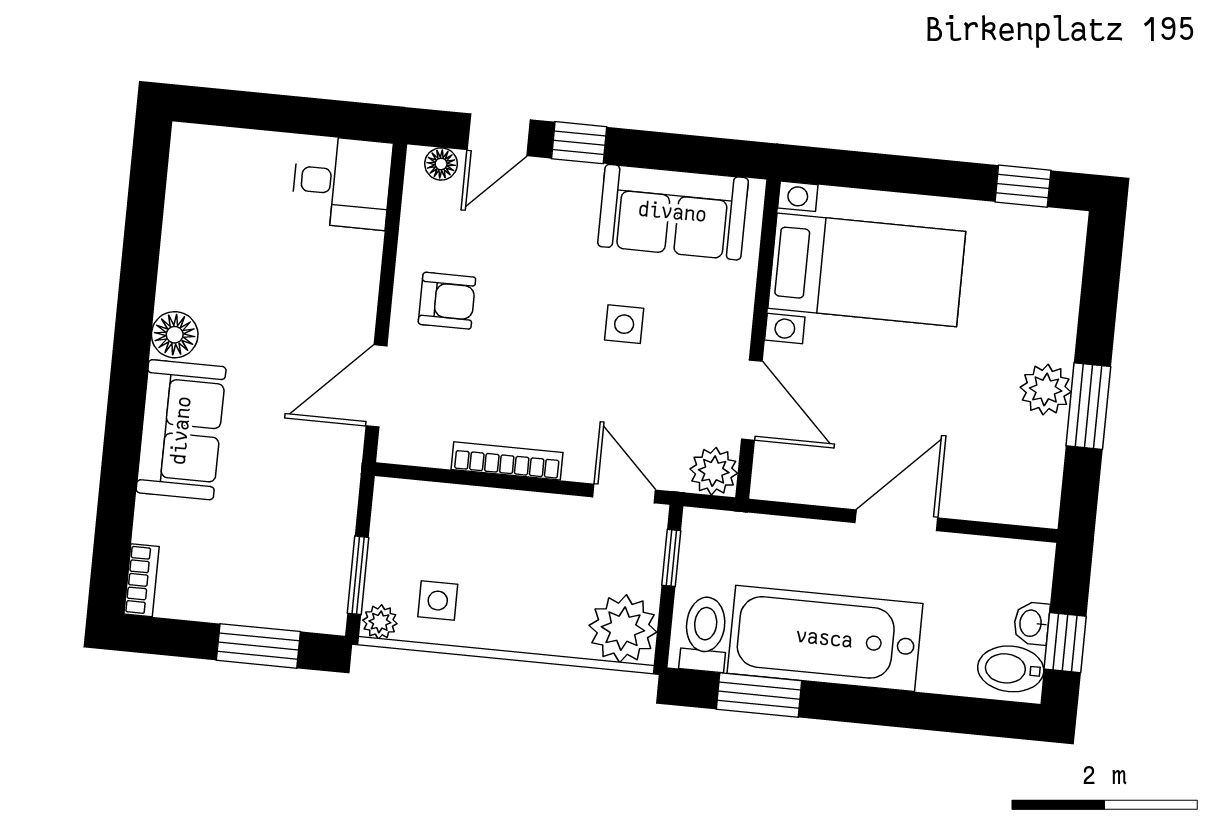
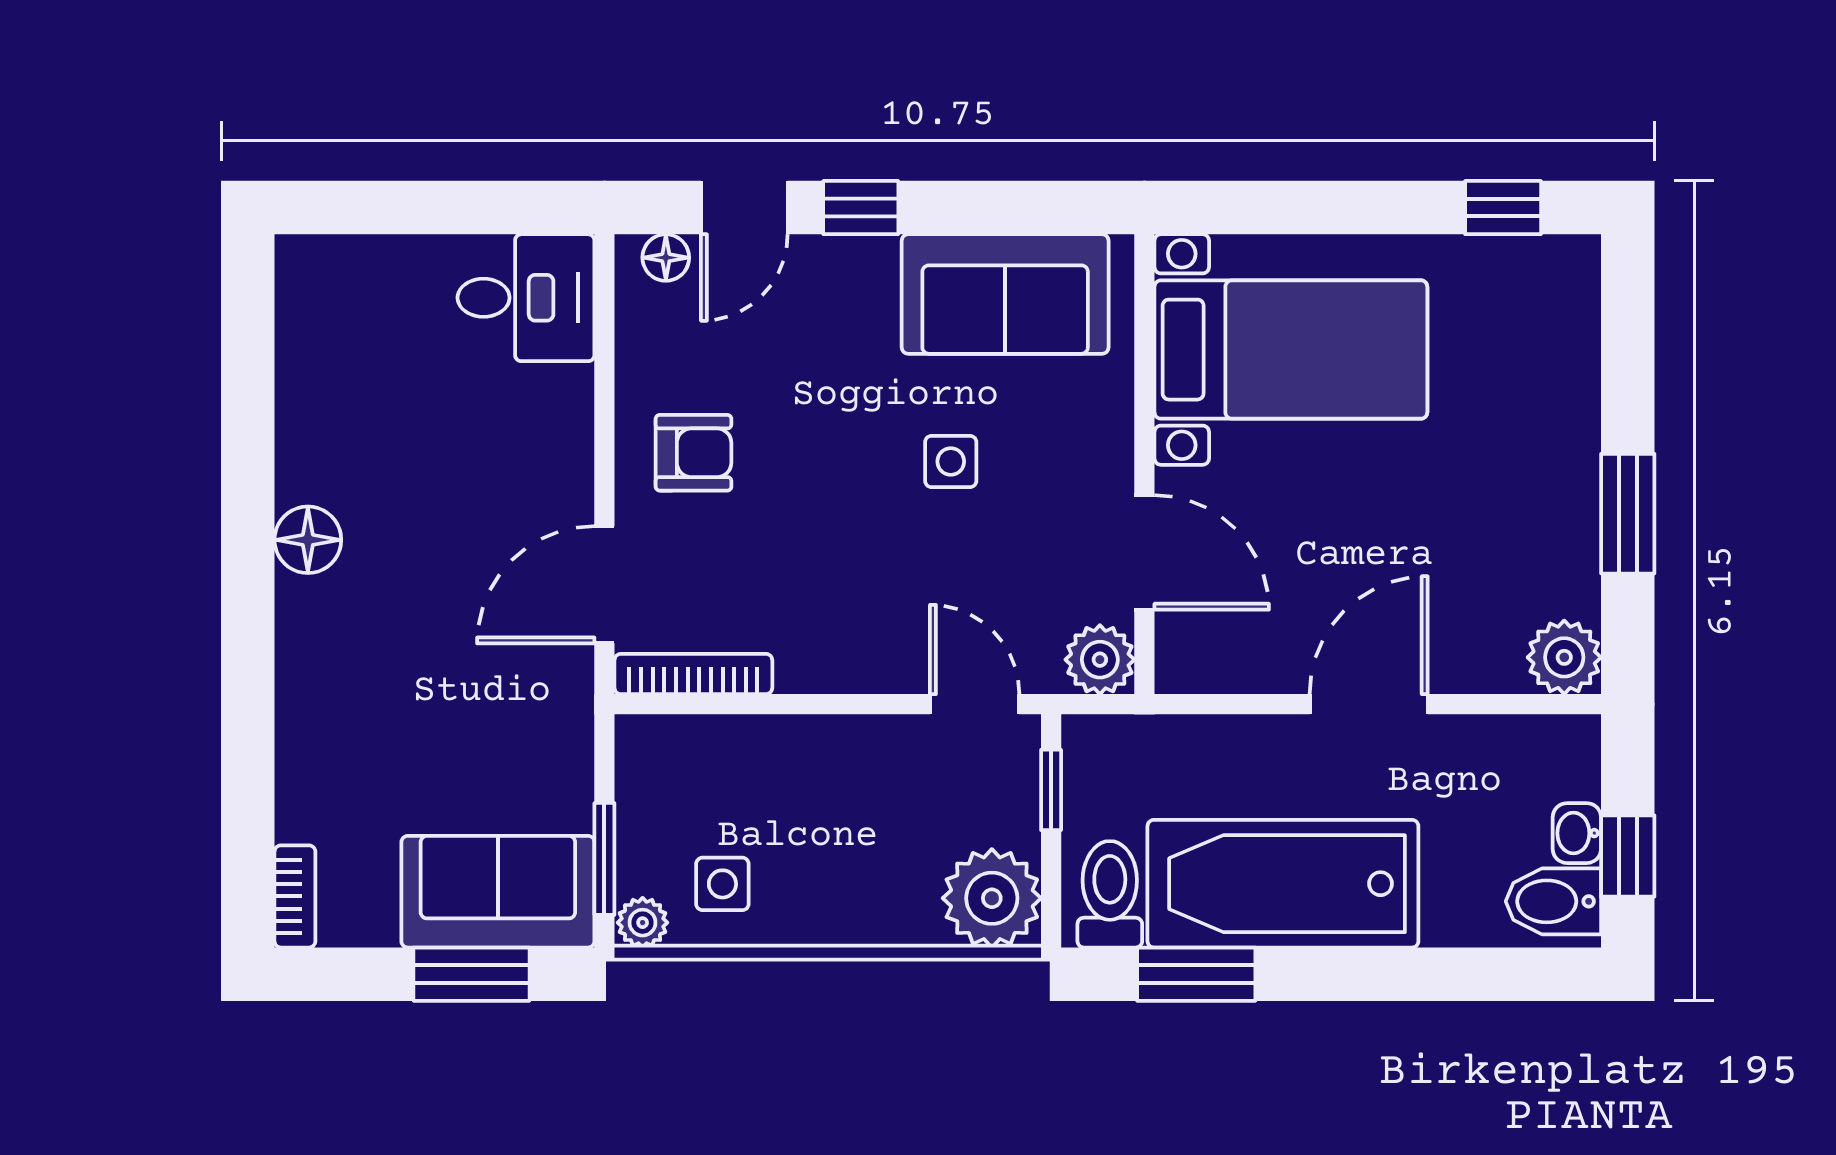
plant: (1046, 390) -> (1564, 657), moved
sofa: (181, 430) -> (498, 892), moved, turned -90
bookcase: (507, 461) -> (693, 674), moved

